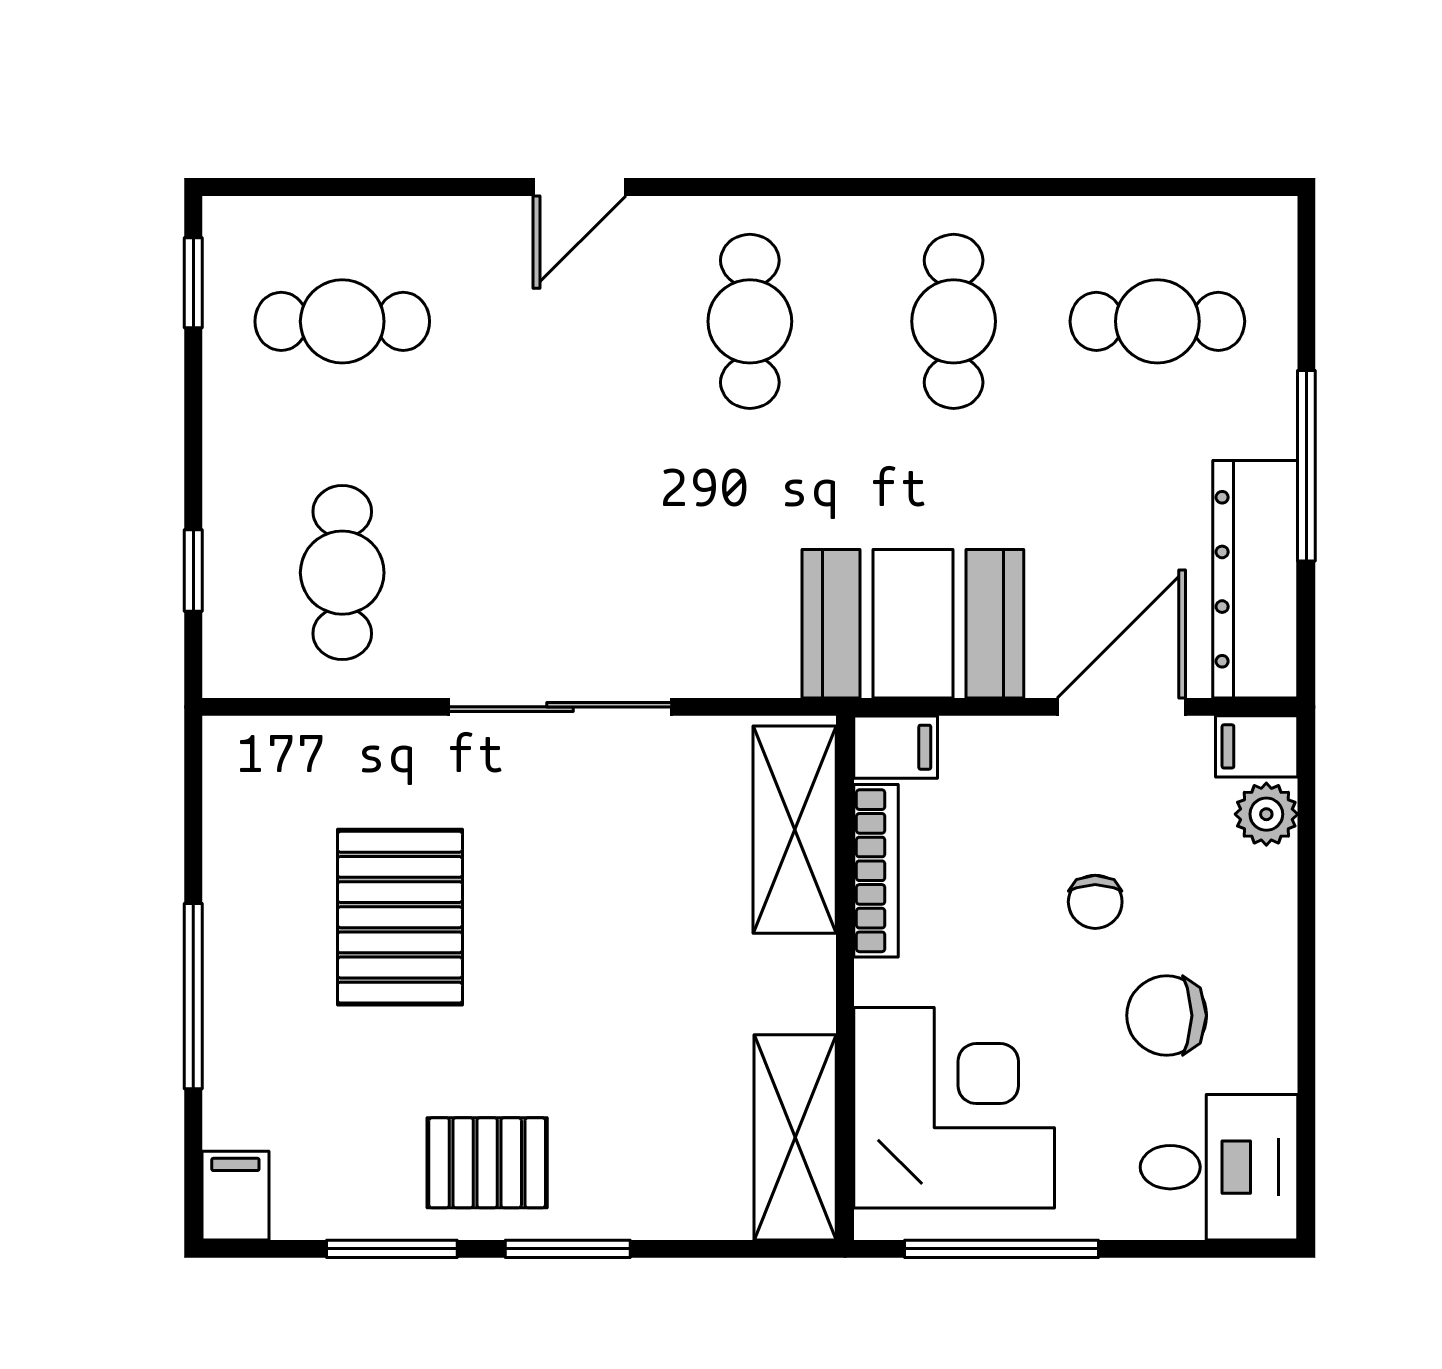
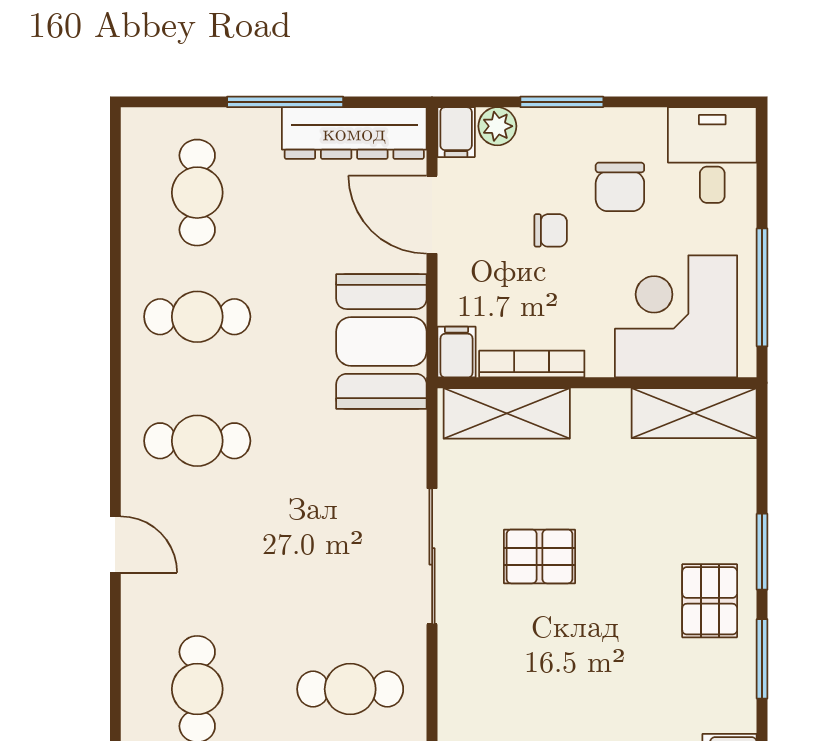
pallet: (400, 917) -> (539, 556), moved, width x0.67, depth x0.71
window: (1306, 920) -> (562, 102), added

